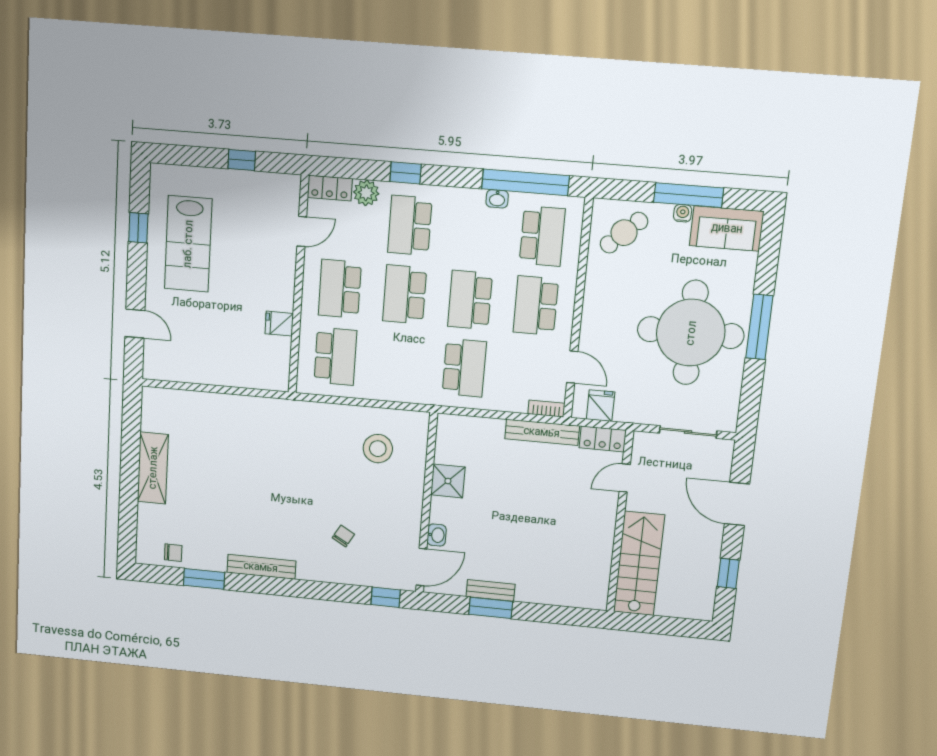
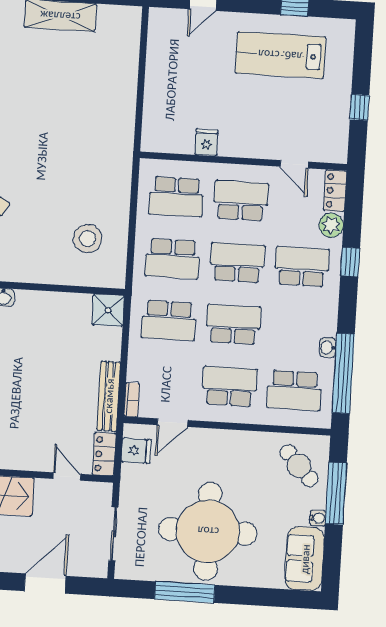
window: (689, 195) -> (336, 493), moved
window: (759, 327) -> (185, 592), moved
school desk: (400, 362) -> (172, 259), added
shower: (448, 481) -> (108, 310), moved

